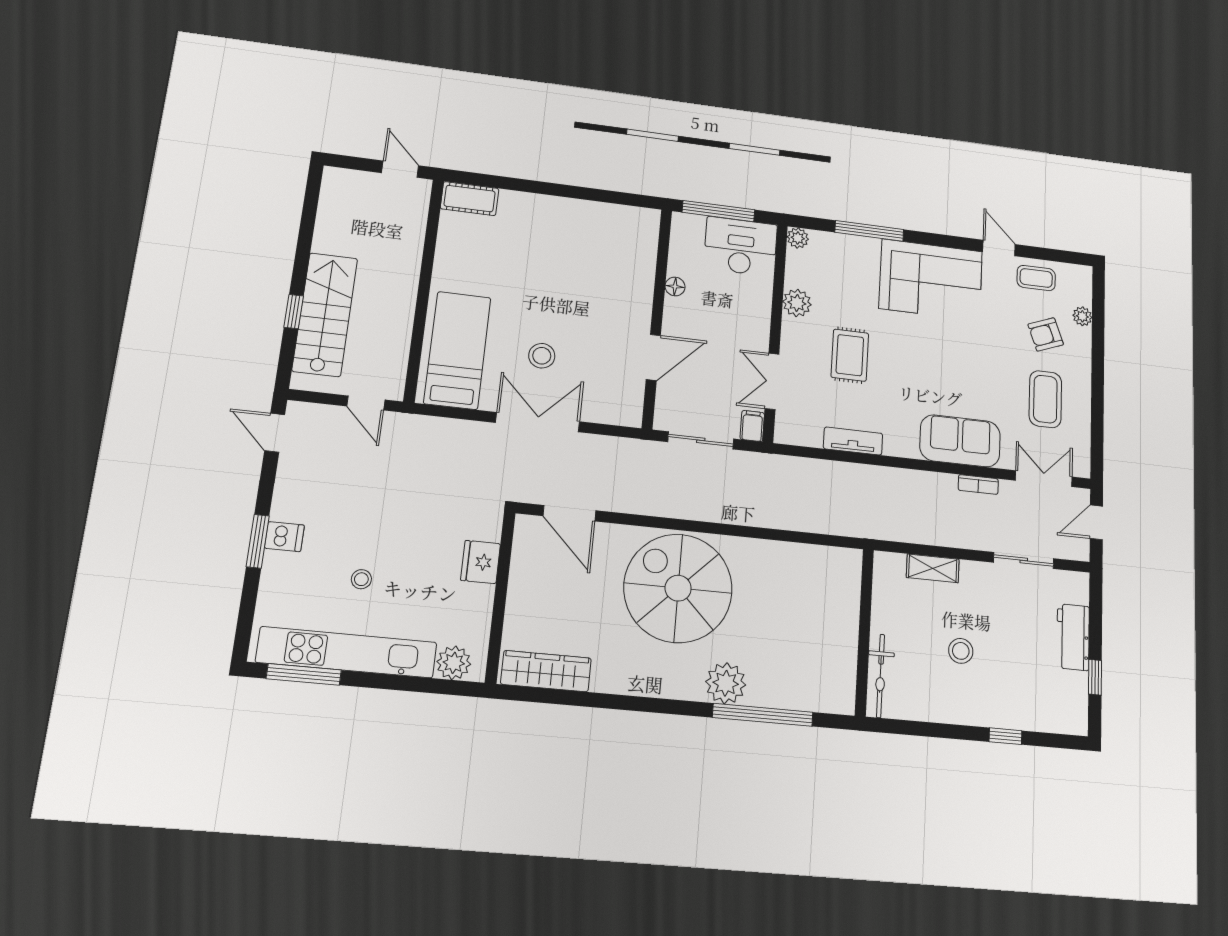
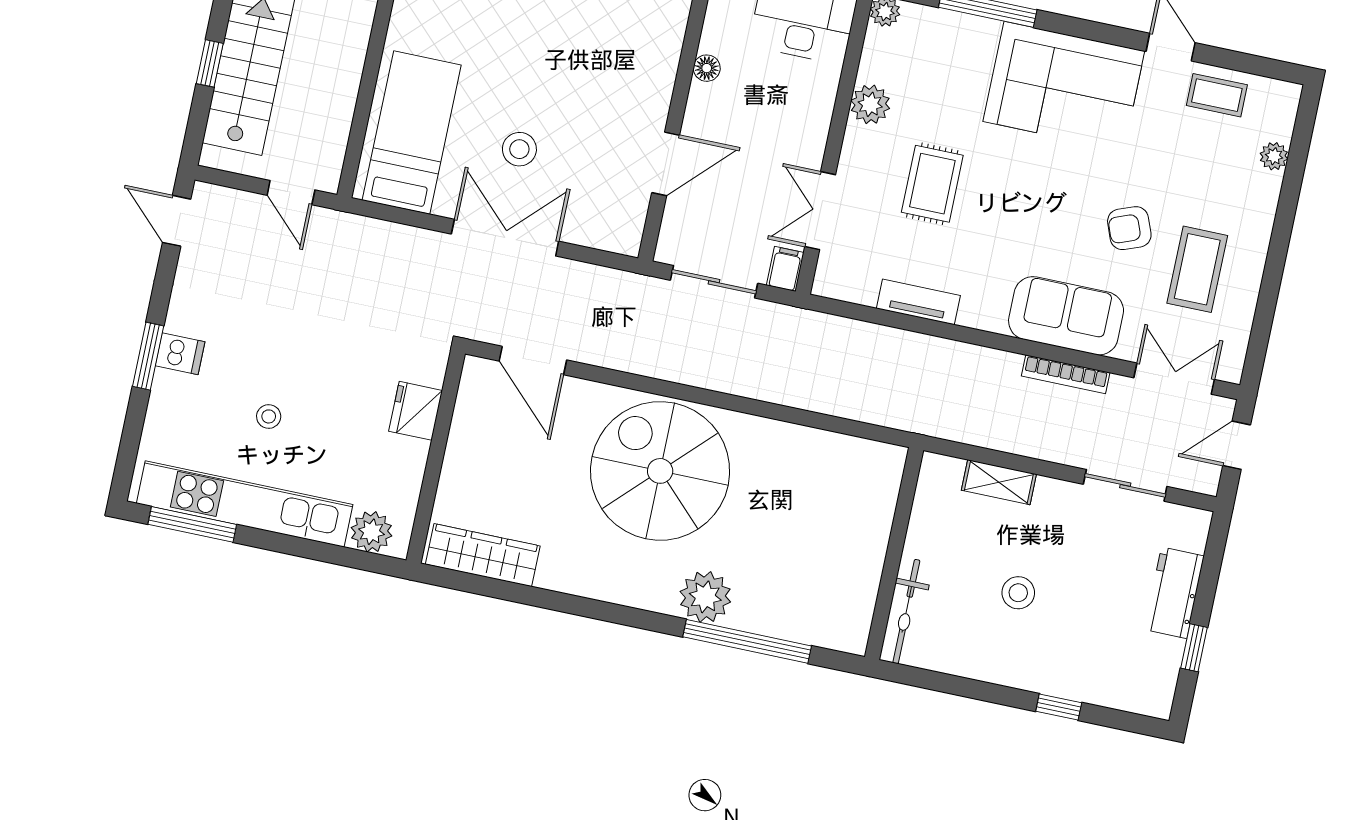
armchair: (1046, 334) -> (1129, 228), moved
bookcase: (978, 485) -> (1066, 374), width x1.56

